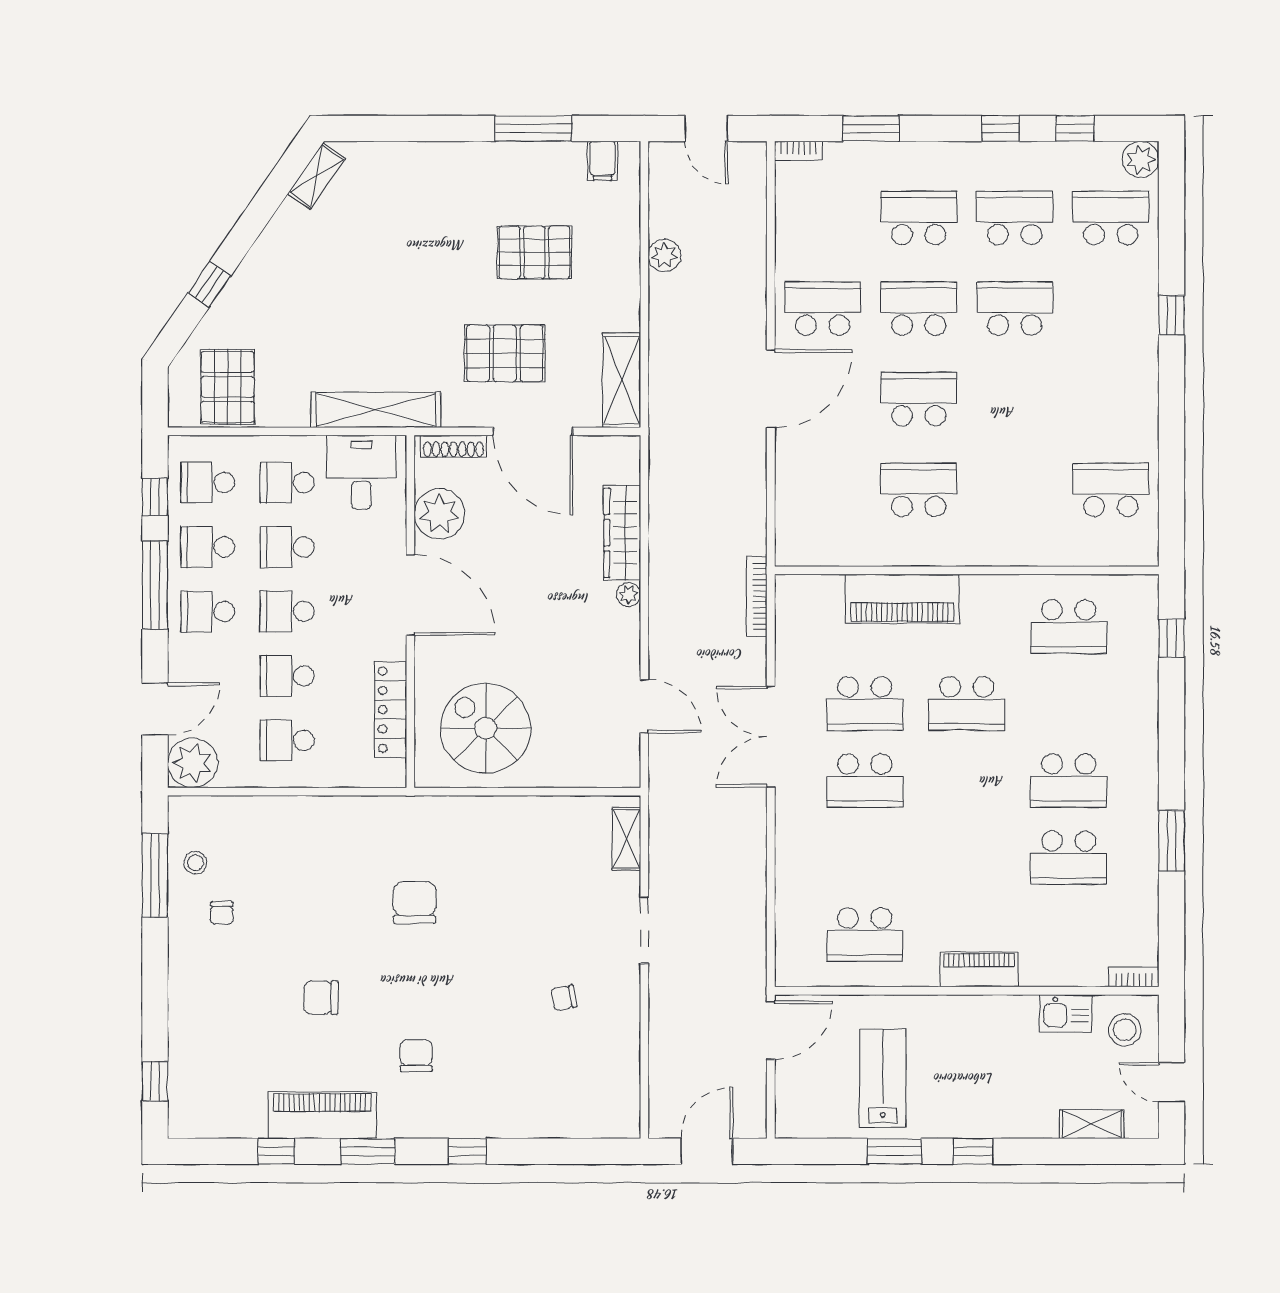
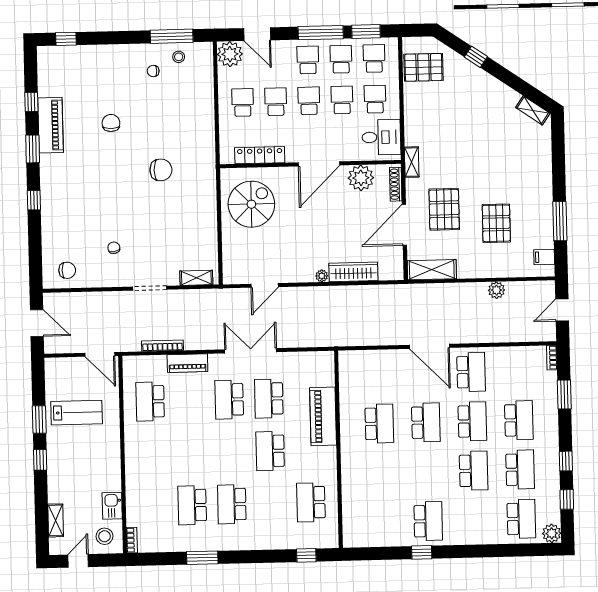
window: (1172, 315) -> (422, 552), moved
shelving: (376, 410) -> (412, 162), width x0.45, depth x0.75
school desk: (1111, 490) -> (428, 521), moved
window: (155, 497) -> (366, 32), width x1.50
bookcase: (757, 596) -> (162, 346), moved
piano: (979, 969) -> (187, 363), moved, turned 90
chair: (416, 1056) -> (67, 270), moved

